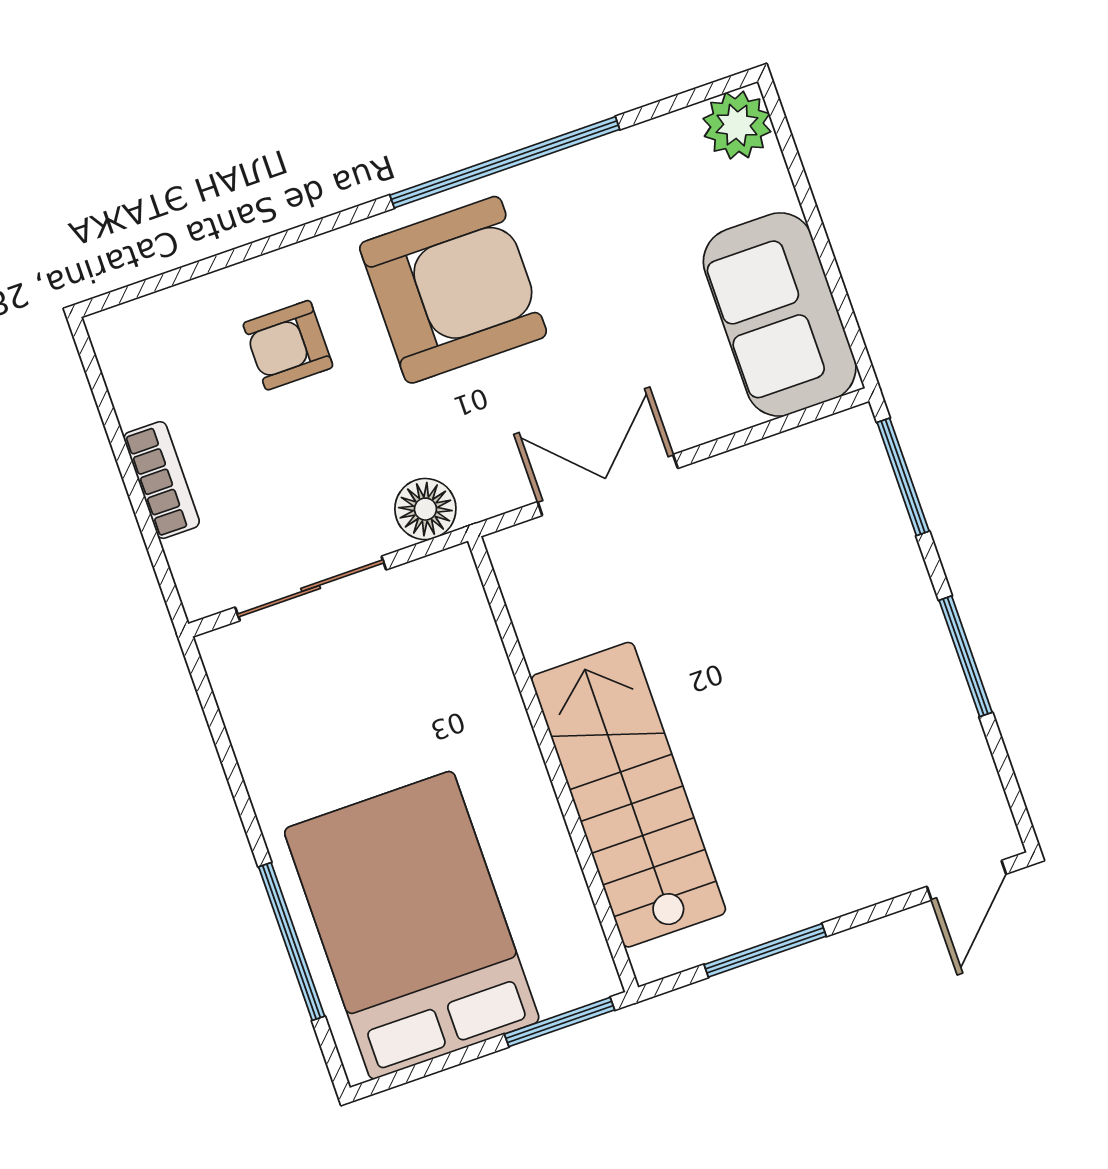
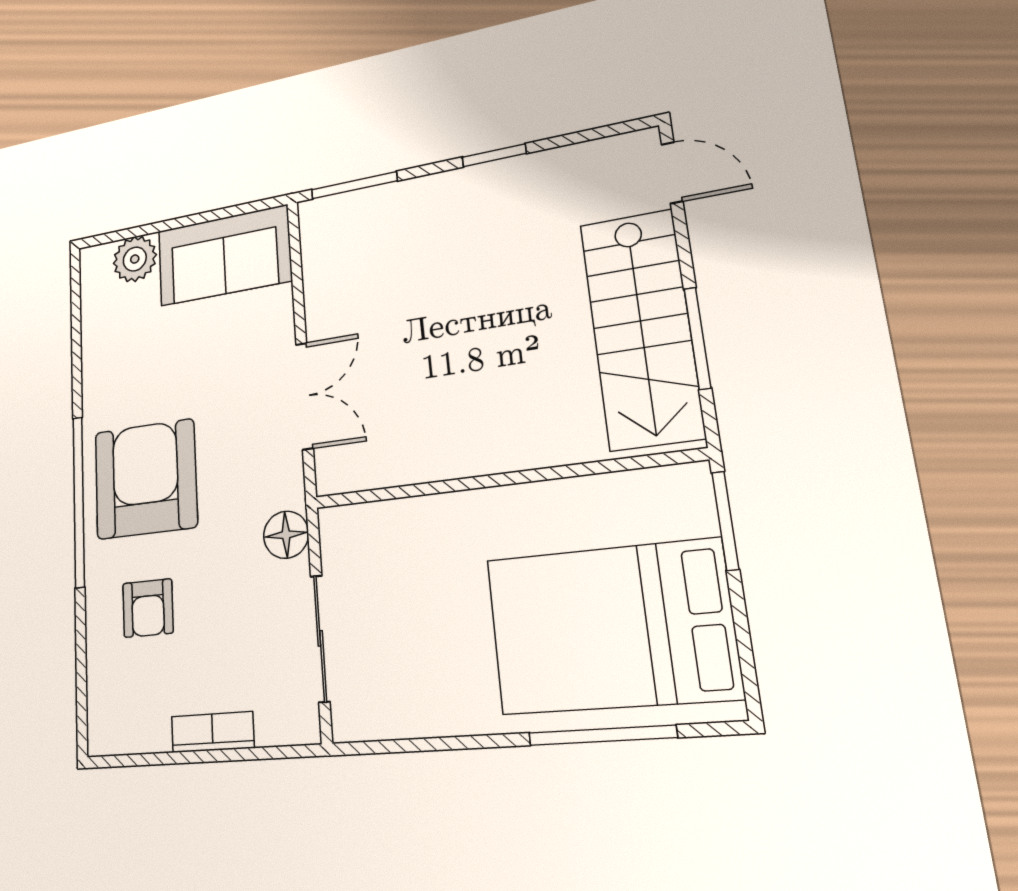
plant: (737, 125) -> (135, 259), moved
window: (505, 162) -> (79, 501), moved
double door: (608, 485) -> (305, 396), swing flipped
window: (966, 656) -> (494, 155), width x0.67
stairs: (628, 795) -> (641, 329), moved, turned -90

